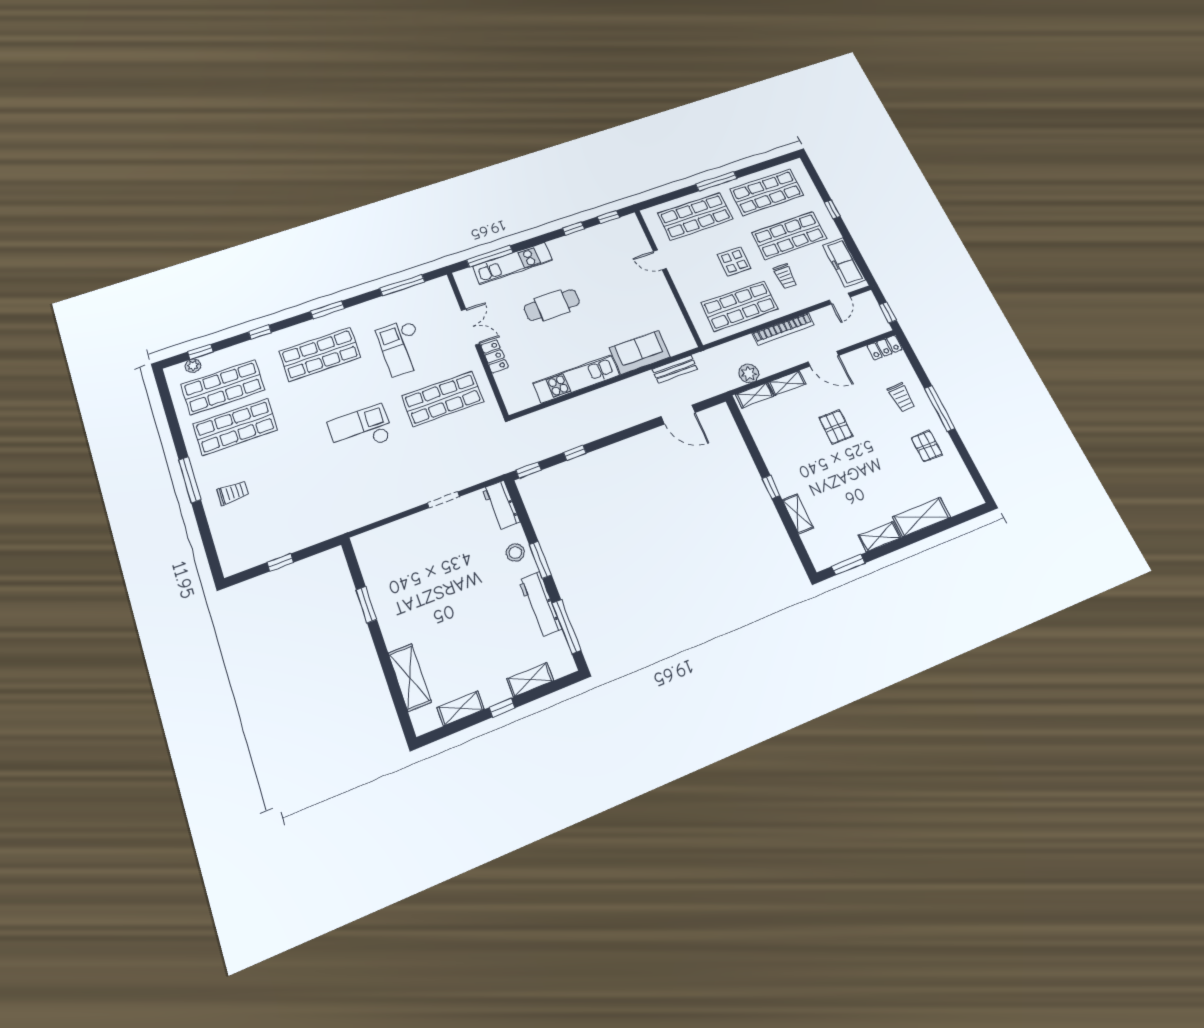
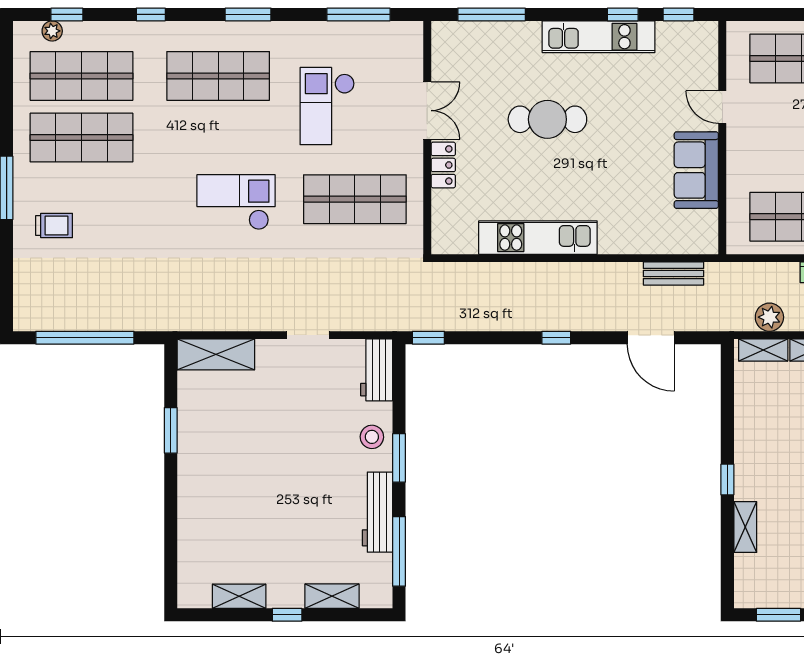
kitchen unit: (512, 263) -> (599, 37), moved
sofa: (640, 352) -> (696, 170), moved, turned -90
window: (575, 453) -> (556, 338), moved
window: (280, 562) -> (85, 338), width x3.17
shelving: (410, 678) -> (216, 354), moved, turned 90

